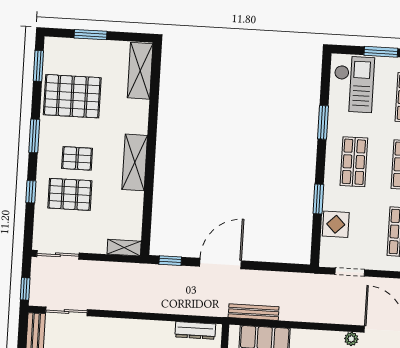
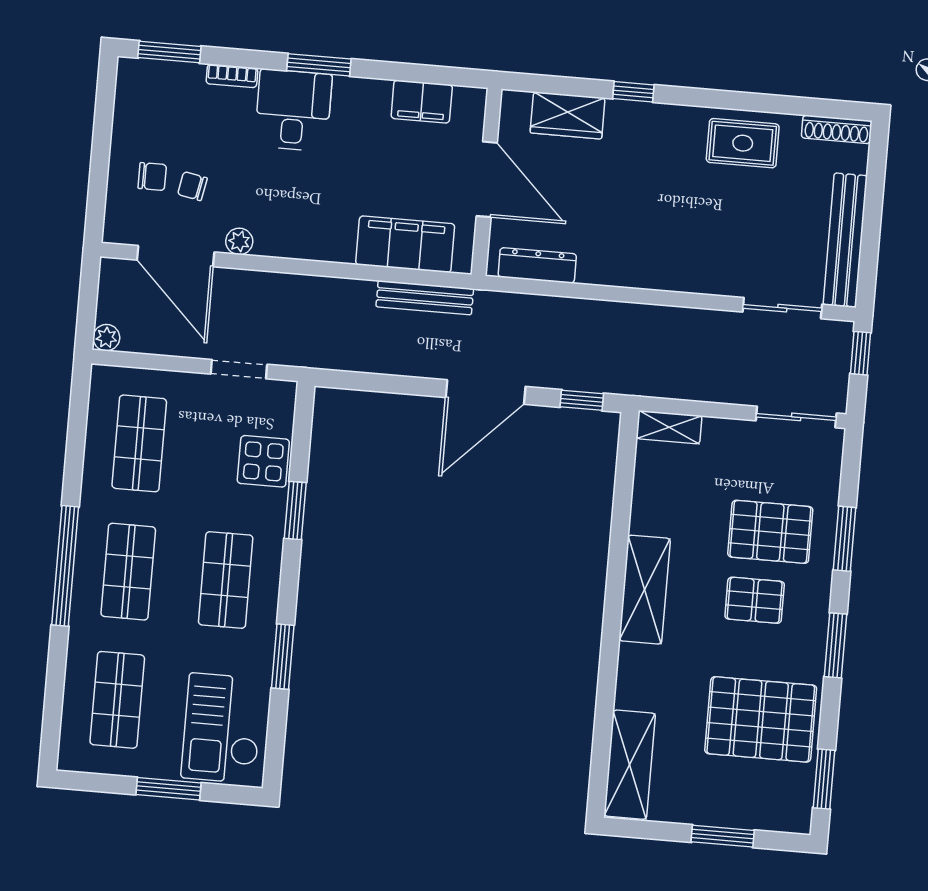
window: (31, 192) -> (845, 539), width x1.50

